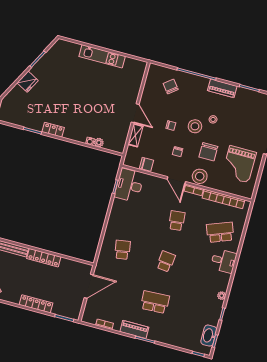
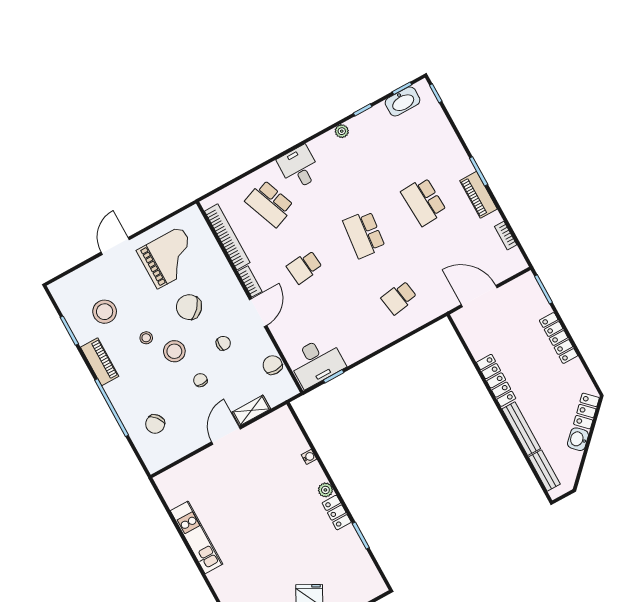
plant: (99, 143) -> (325, 490), moved
chair: (208, 152) -> (189, 307), turned -138
stool: (200, 176) -> (105, 312), moved
school desk: (166, 261) -> (364, 234), width x1.85

